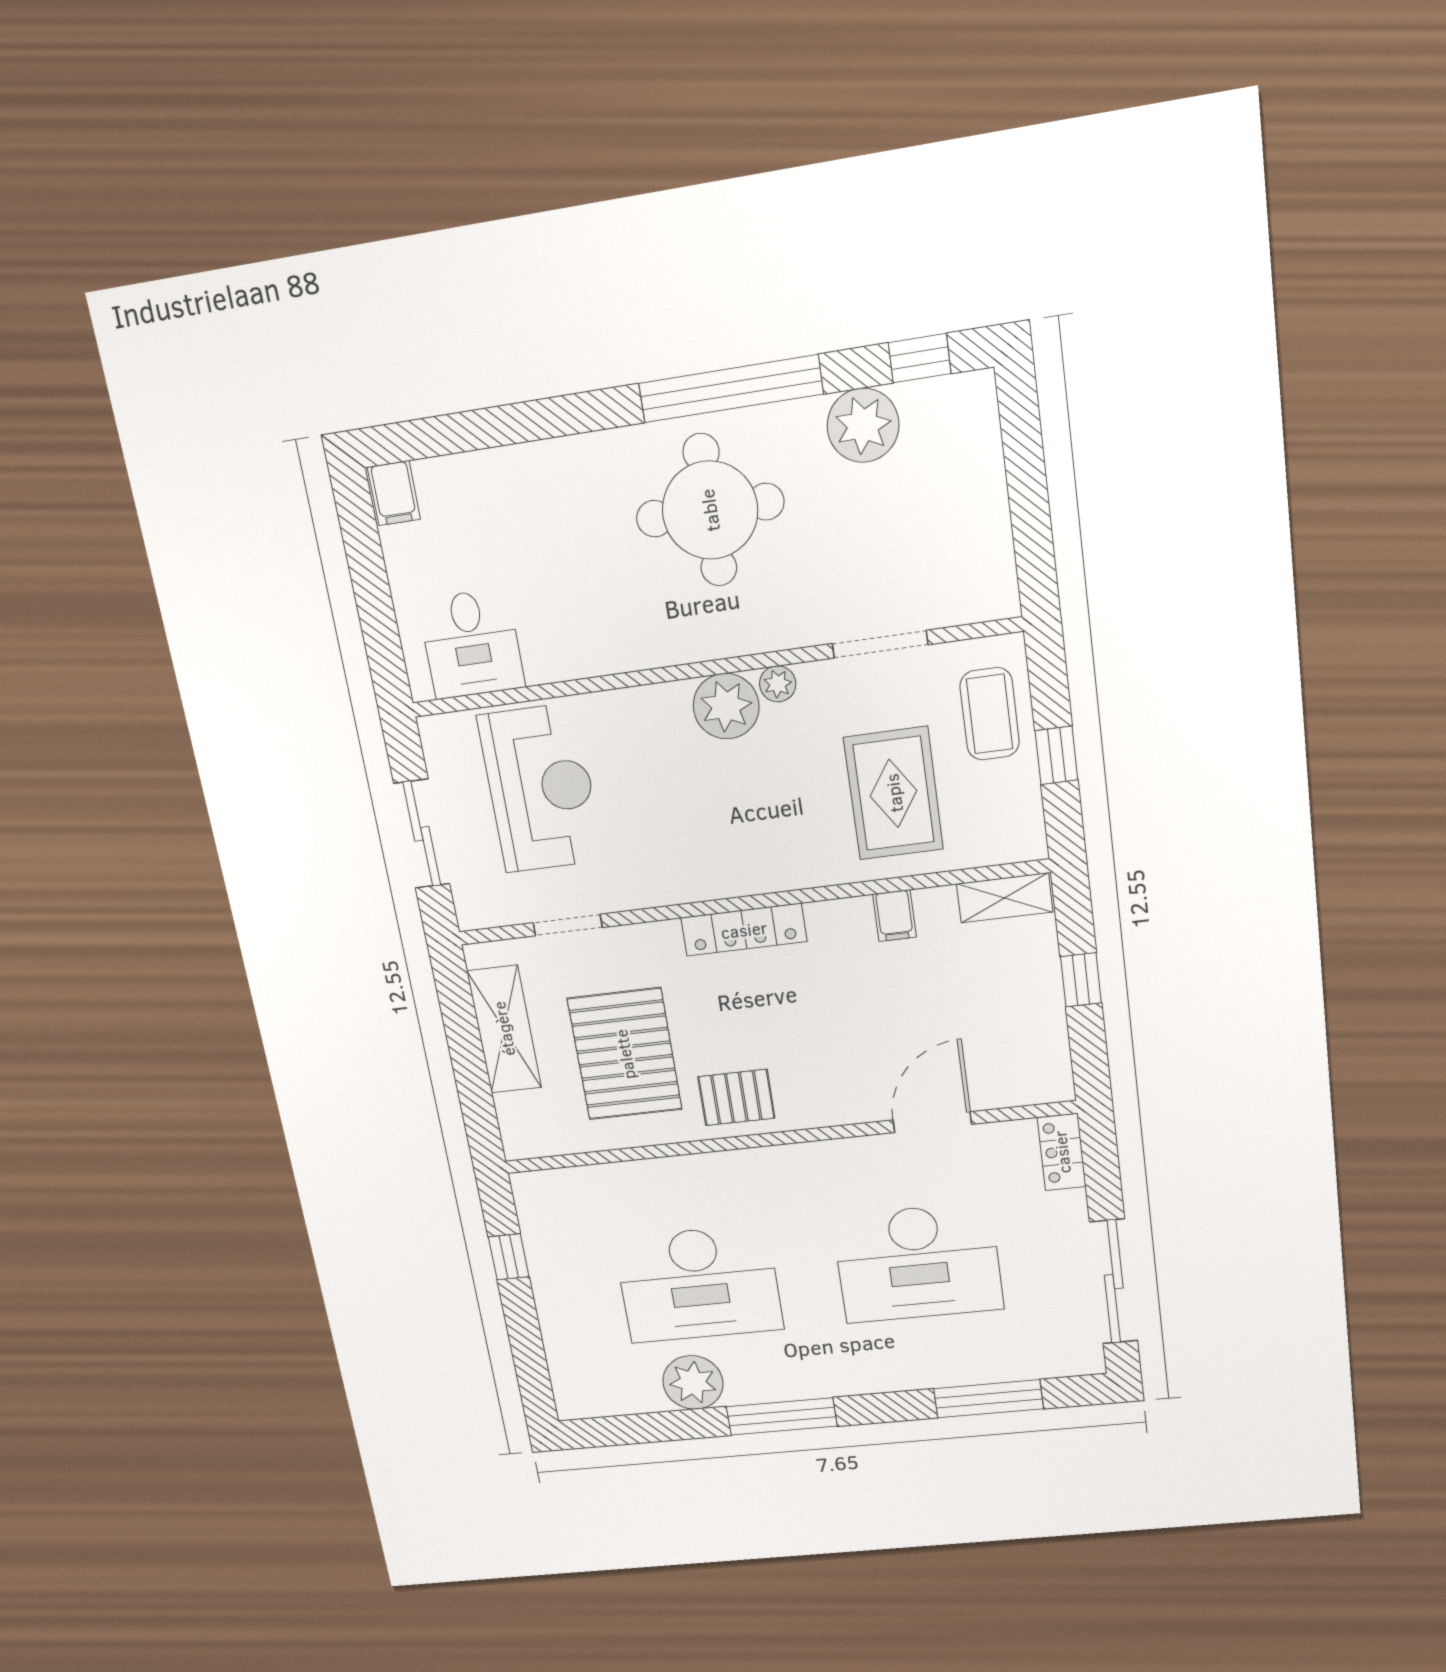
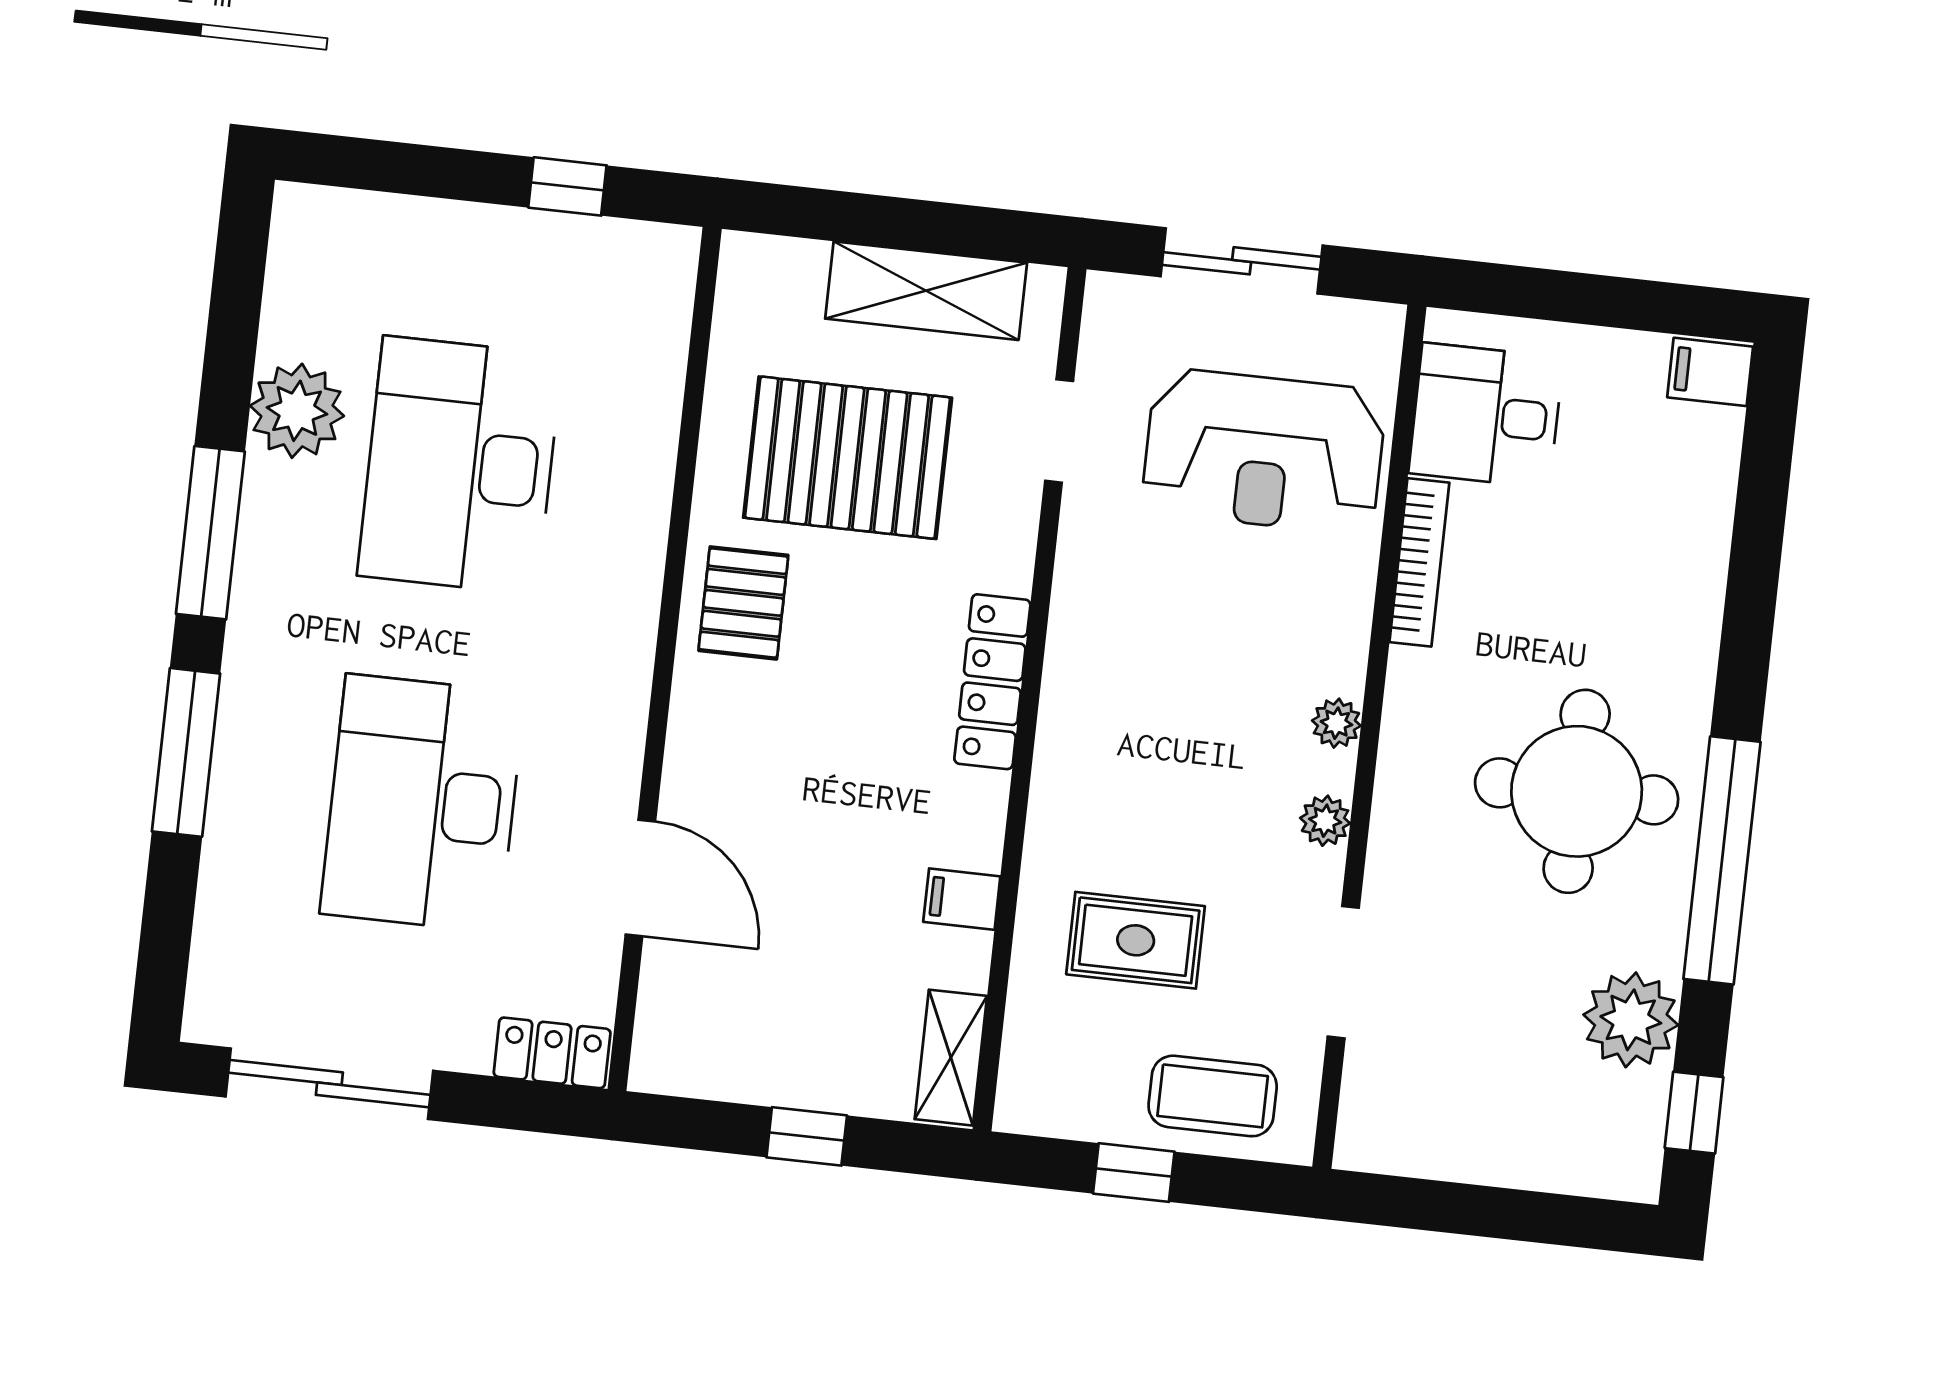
bookcase: (583, 664) -> (1419, 562), added
plant: (726, 706) -> (1336, 723), width x0.53, depth x0.53
rug: (894, 793) -> (1136, 940), width x0.73, depth x0.70
window: (988, 1399) -> (186, 752), moved

